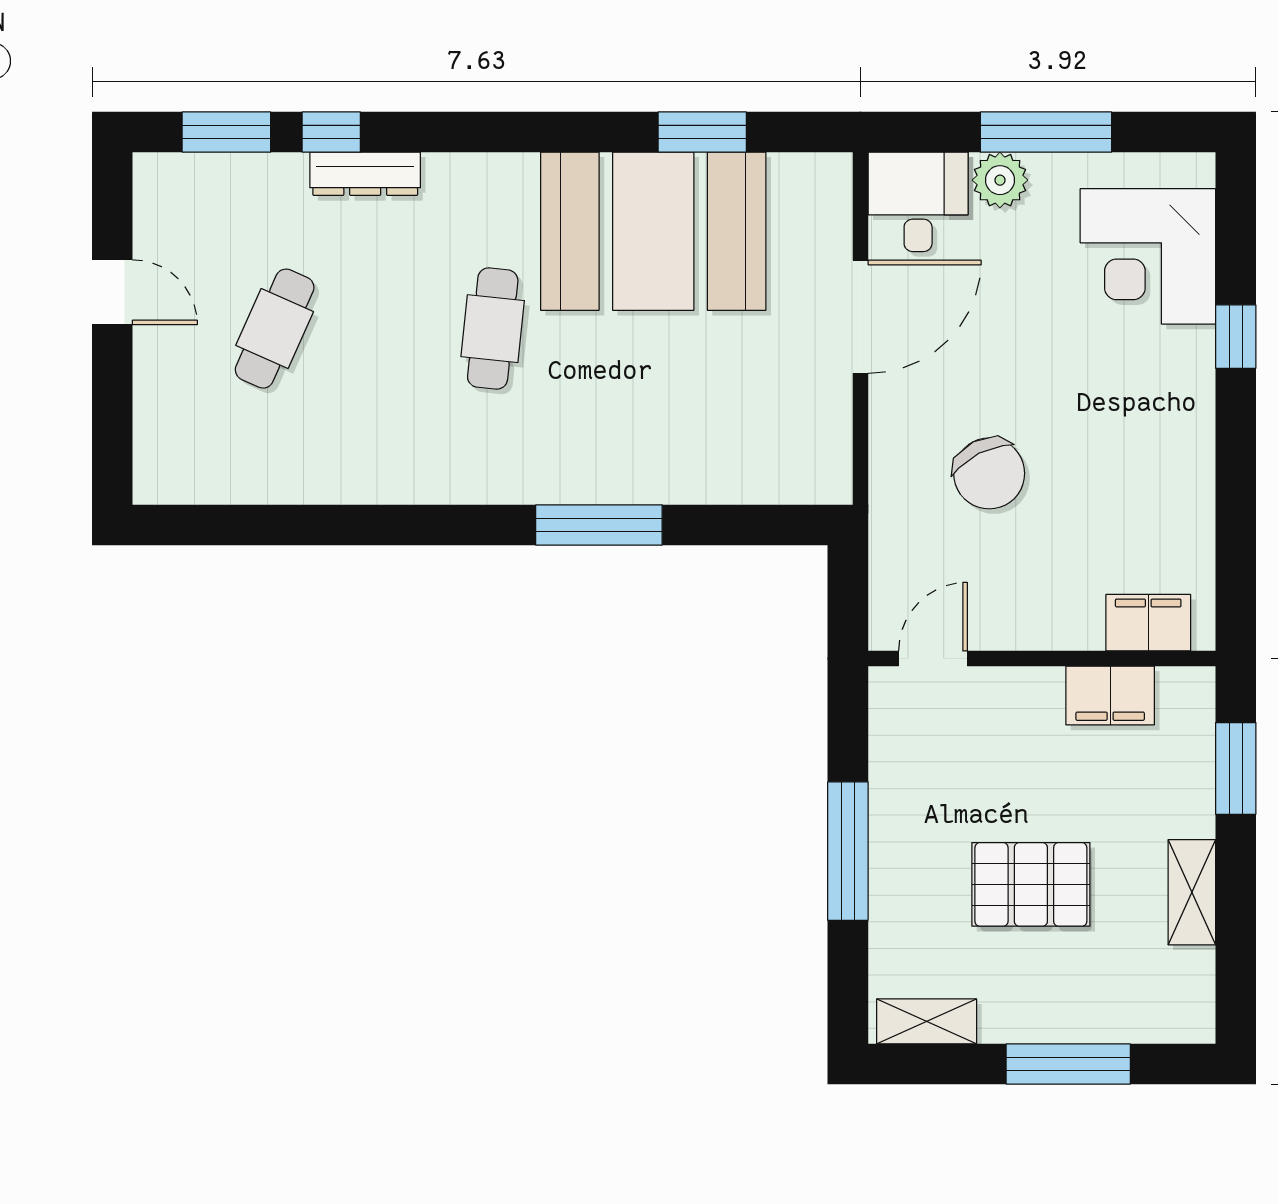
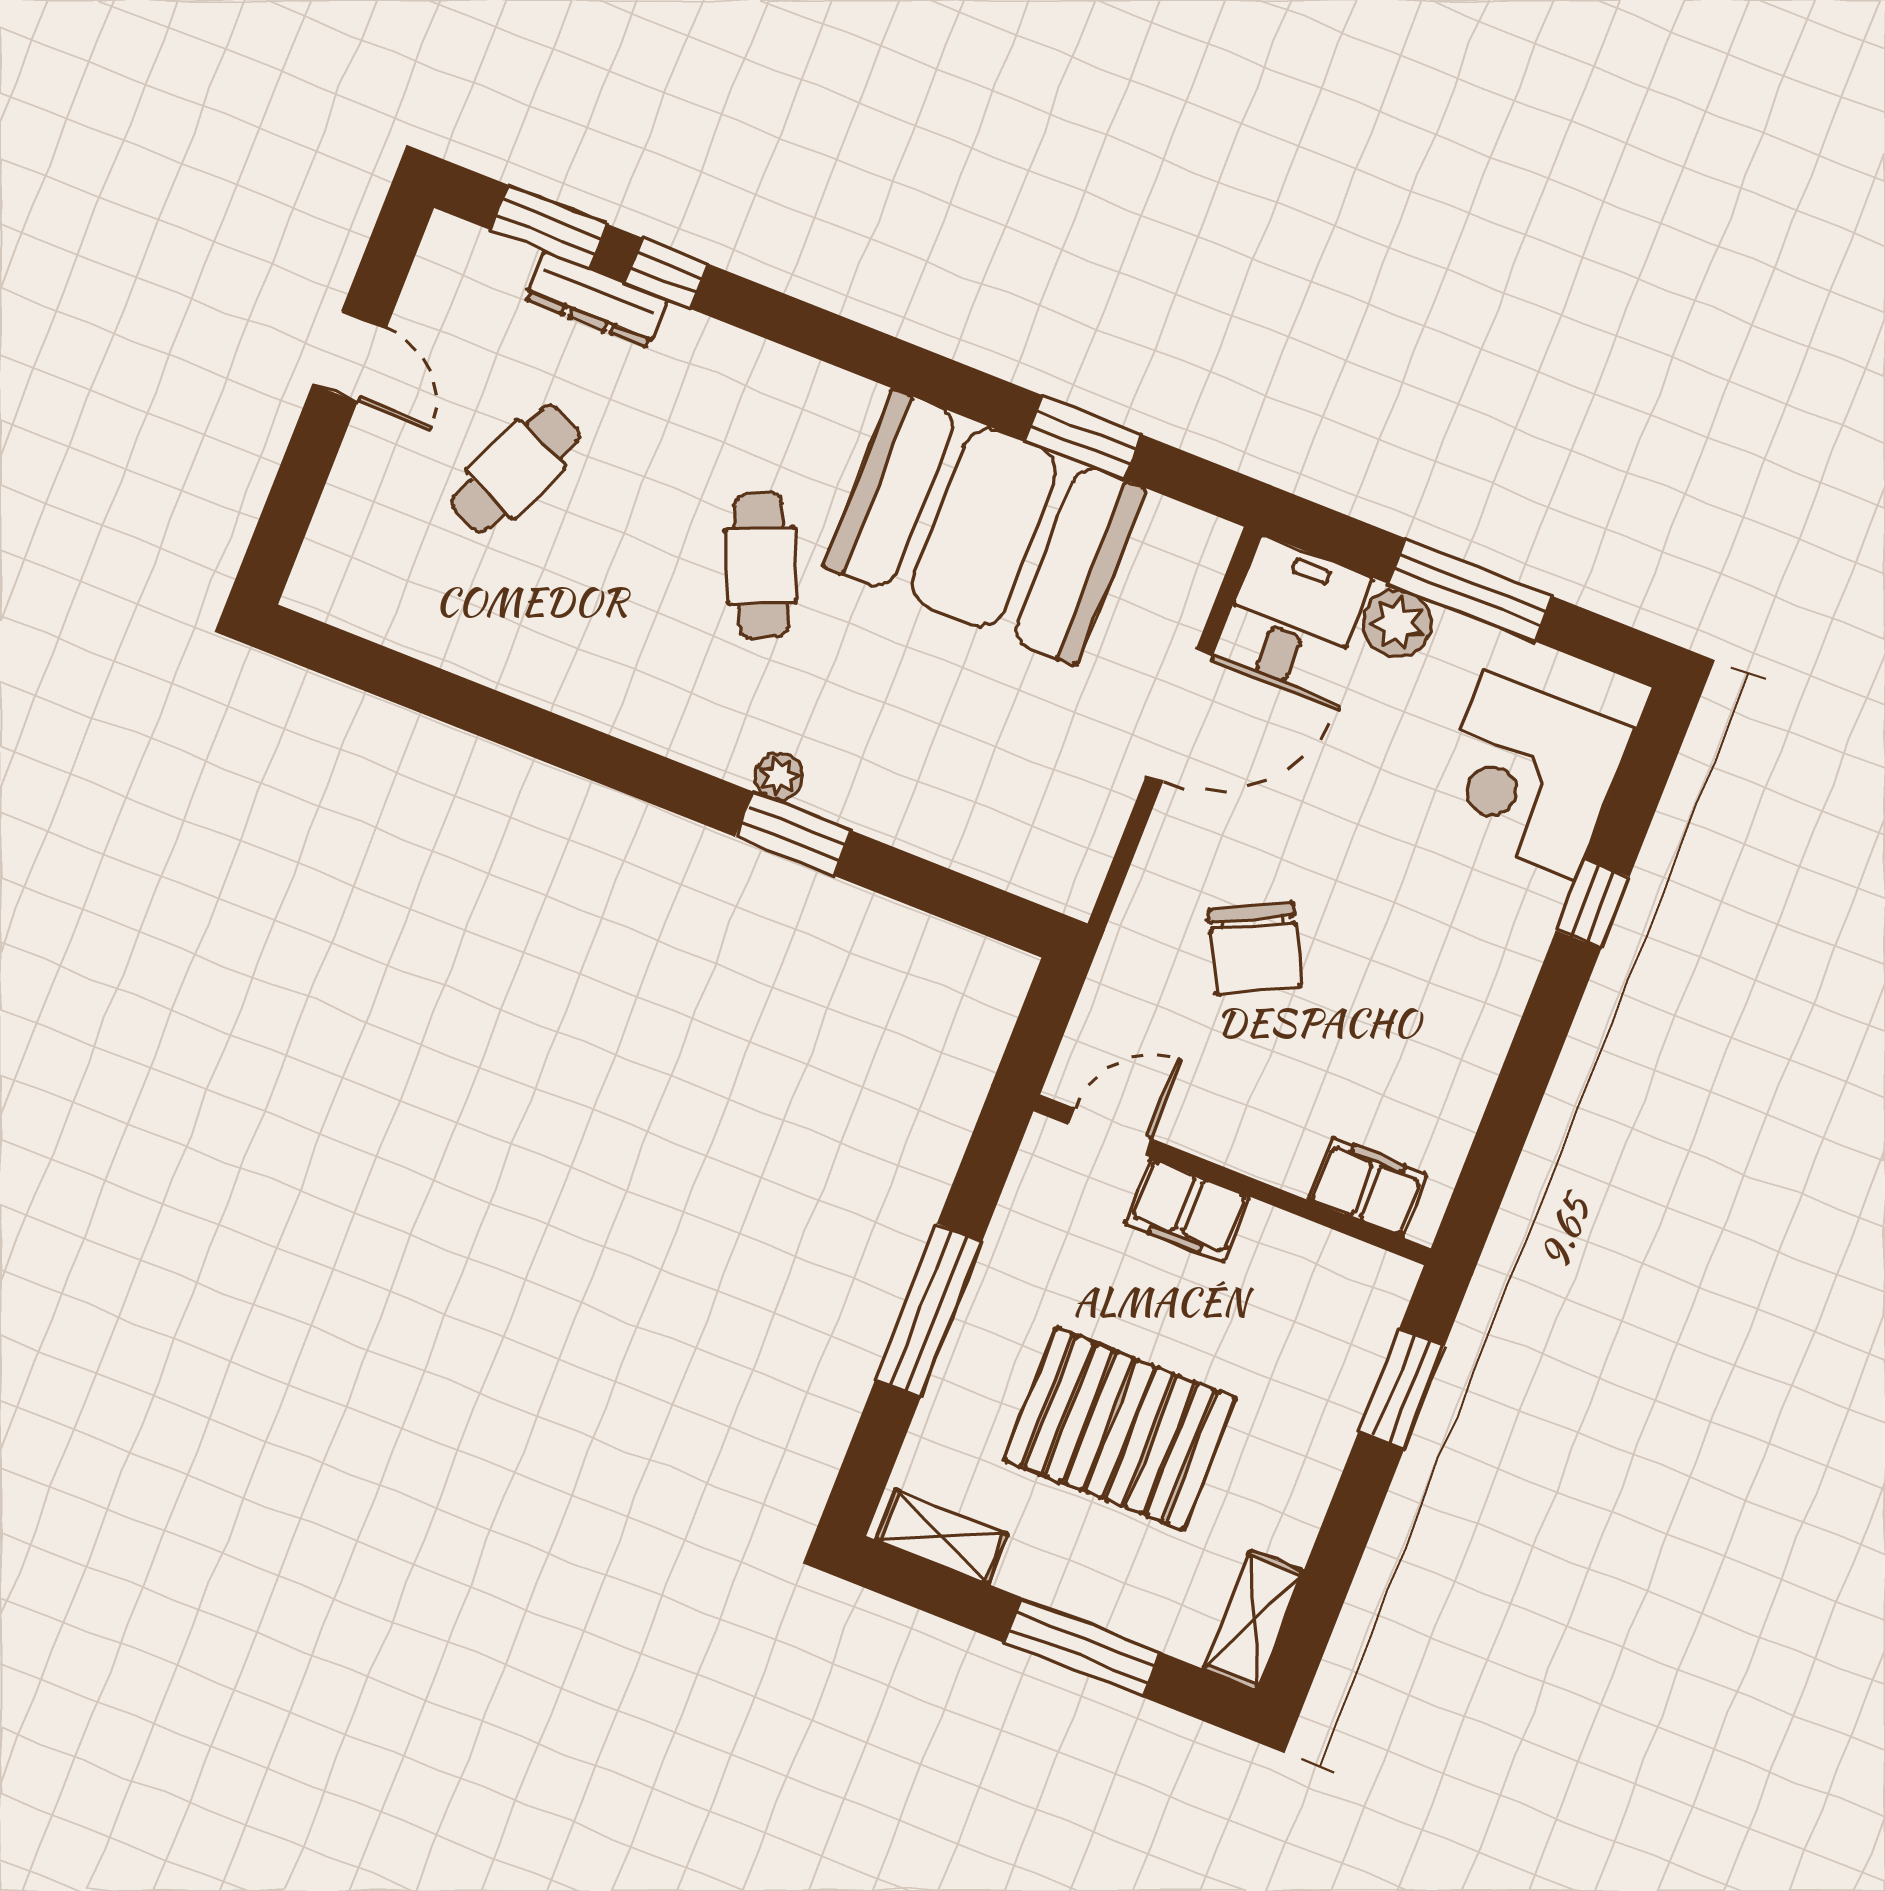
dresser: (365, 174) -> (596, 300), moved
cafe table: (493, 329) -> (761, 566), turned -30
plant: (570, 485) -> (779, 776), added
window: (599, 525) -> (793, 834), width x0.69
filing cabinet: (1110, 696) -> (1187, 1210), moved
pallet: (1031, 884) -> (1120, 1429), width x1.37, depth x1.41
shelving: (1192, 892) -> (1253, 1620), moved

